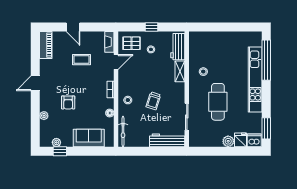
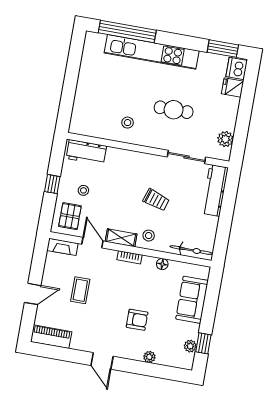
shelving: (180, 71) -> (121, 238), moved
cafe table: (218, 102) -> (174, 110), width x0.73, depth x0.74
plant: (228, 141) -> (225, 139), moved

